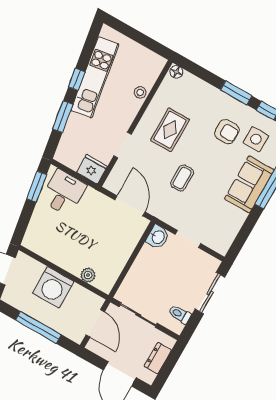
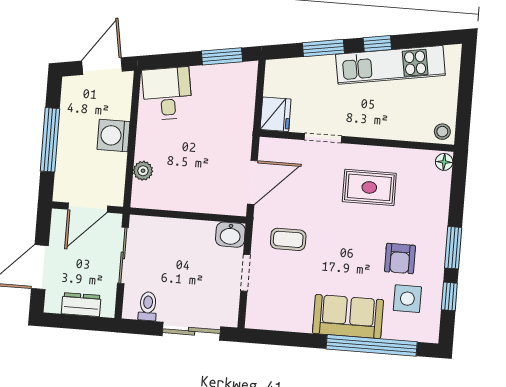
stool: (140, 92) -> (442, 132), moved
coffee table: (182, 178) -> (288, 239), moved
desk: (64, 193) -> (167, 94), moved, turned -99
washing machine: (53, 287) -> (113, 136), width x0.73, depth x0.73

